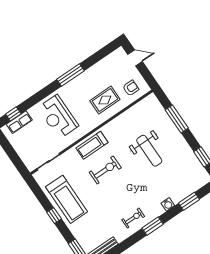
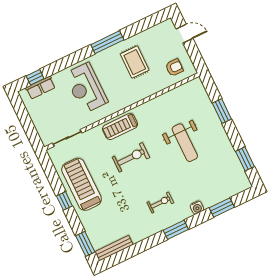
rug: (105, 100) -> (135, 62), moved, turned 90
window: (177, 119) -> (222, 111), width x0.69
treadmill: (67, 199) -> (82, 184), turned 180
exercise bike: (133, 218) -> (160, 203), moved

